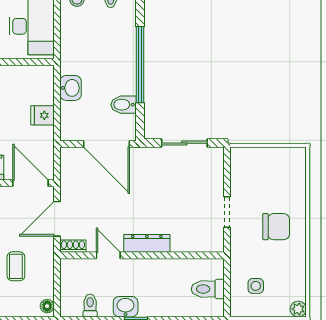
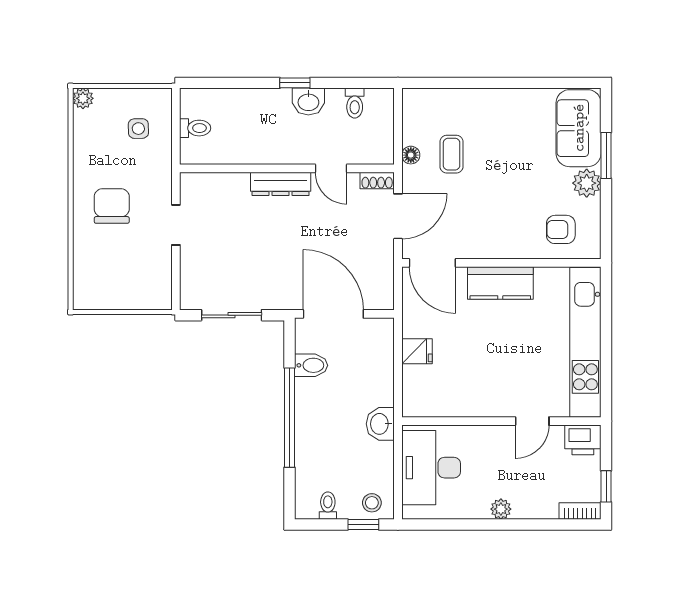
washbasin: (71, 88) -> (380, 424), moved
chair: (276, 227) -> (112, 206), turned 90
toilet: (208, 289) -> (195, 128), width x0.73, depth x0.72
floor lamp: (47, 306) -> (411, 155), moved

